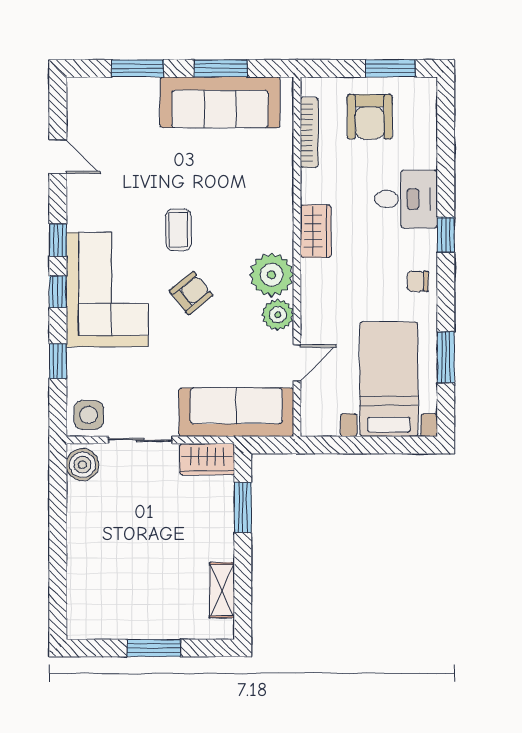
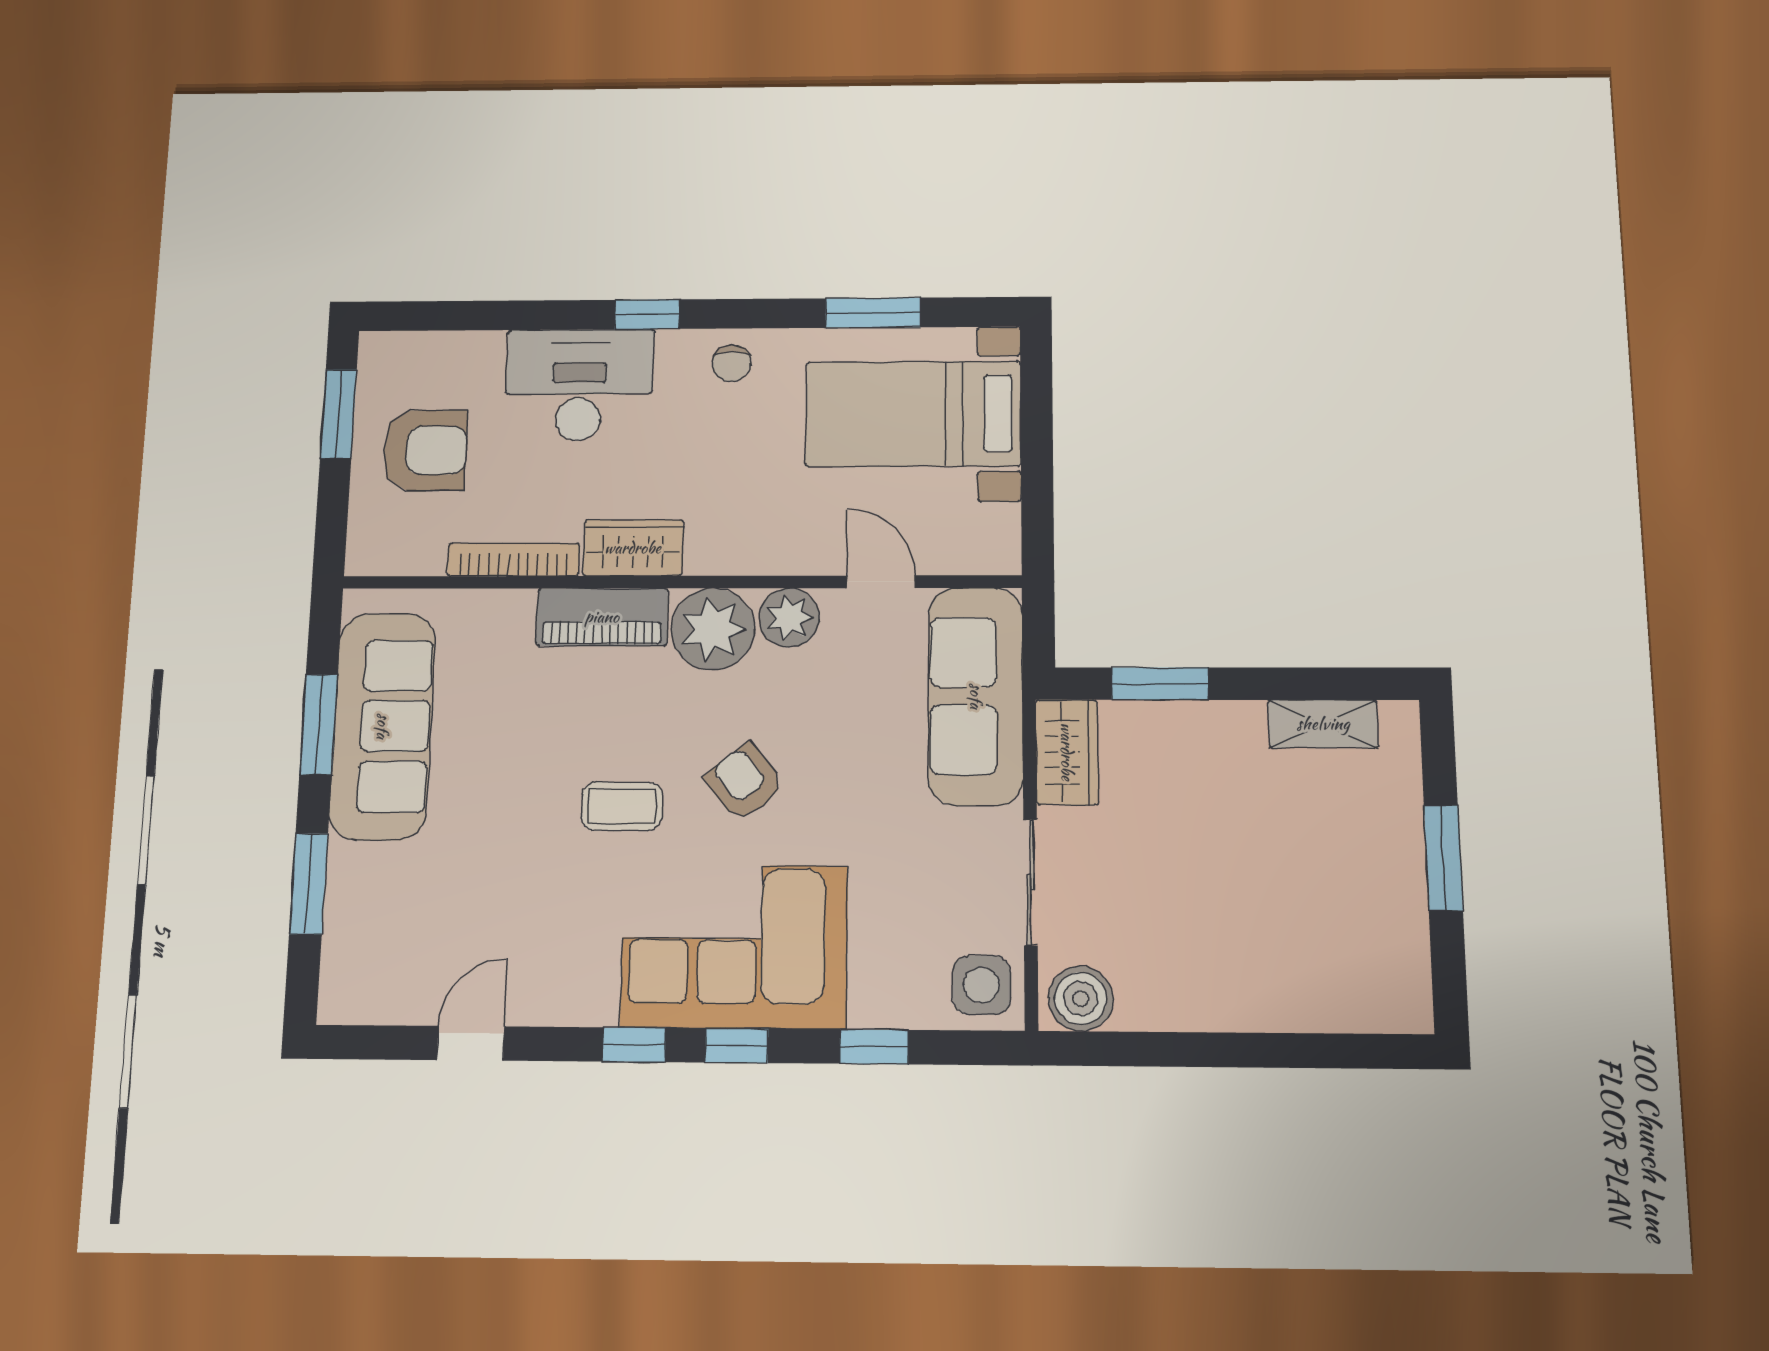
bookcase: (309, 132) -> (513, 559), moved
desk: (406, 199) -> (579, 385), width x1.37
piano: (278, 216) -> (602, 617), added

